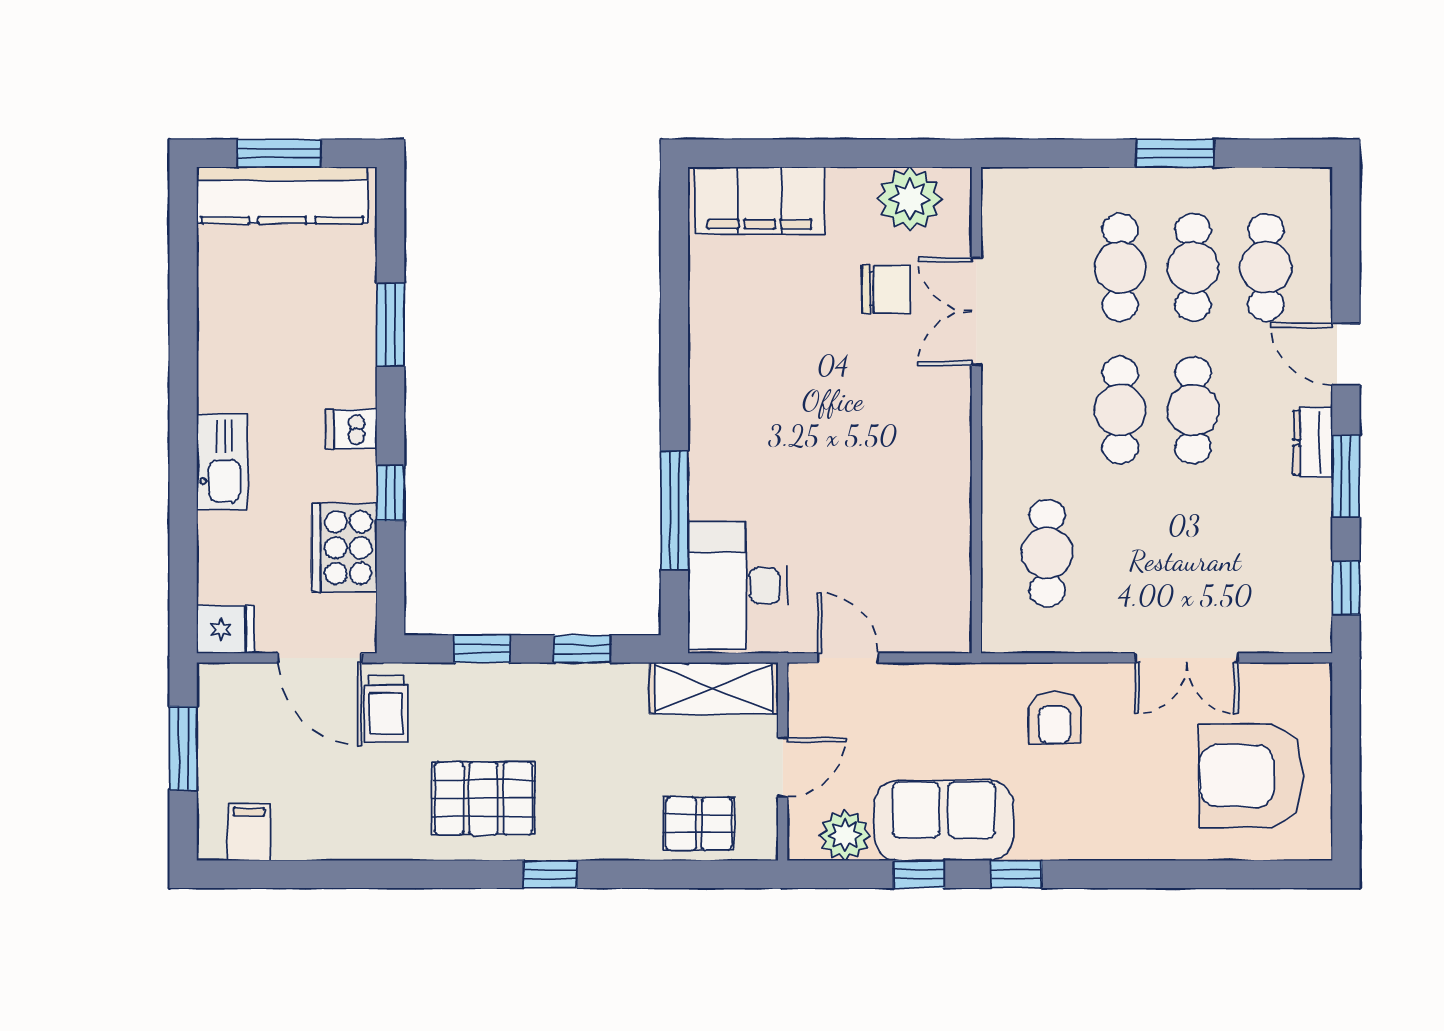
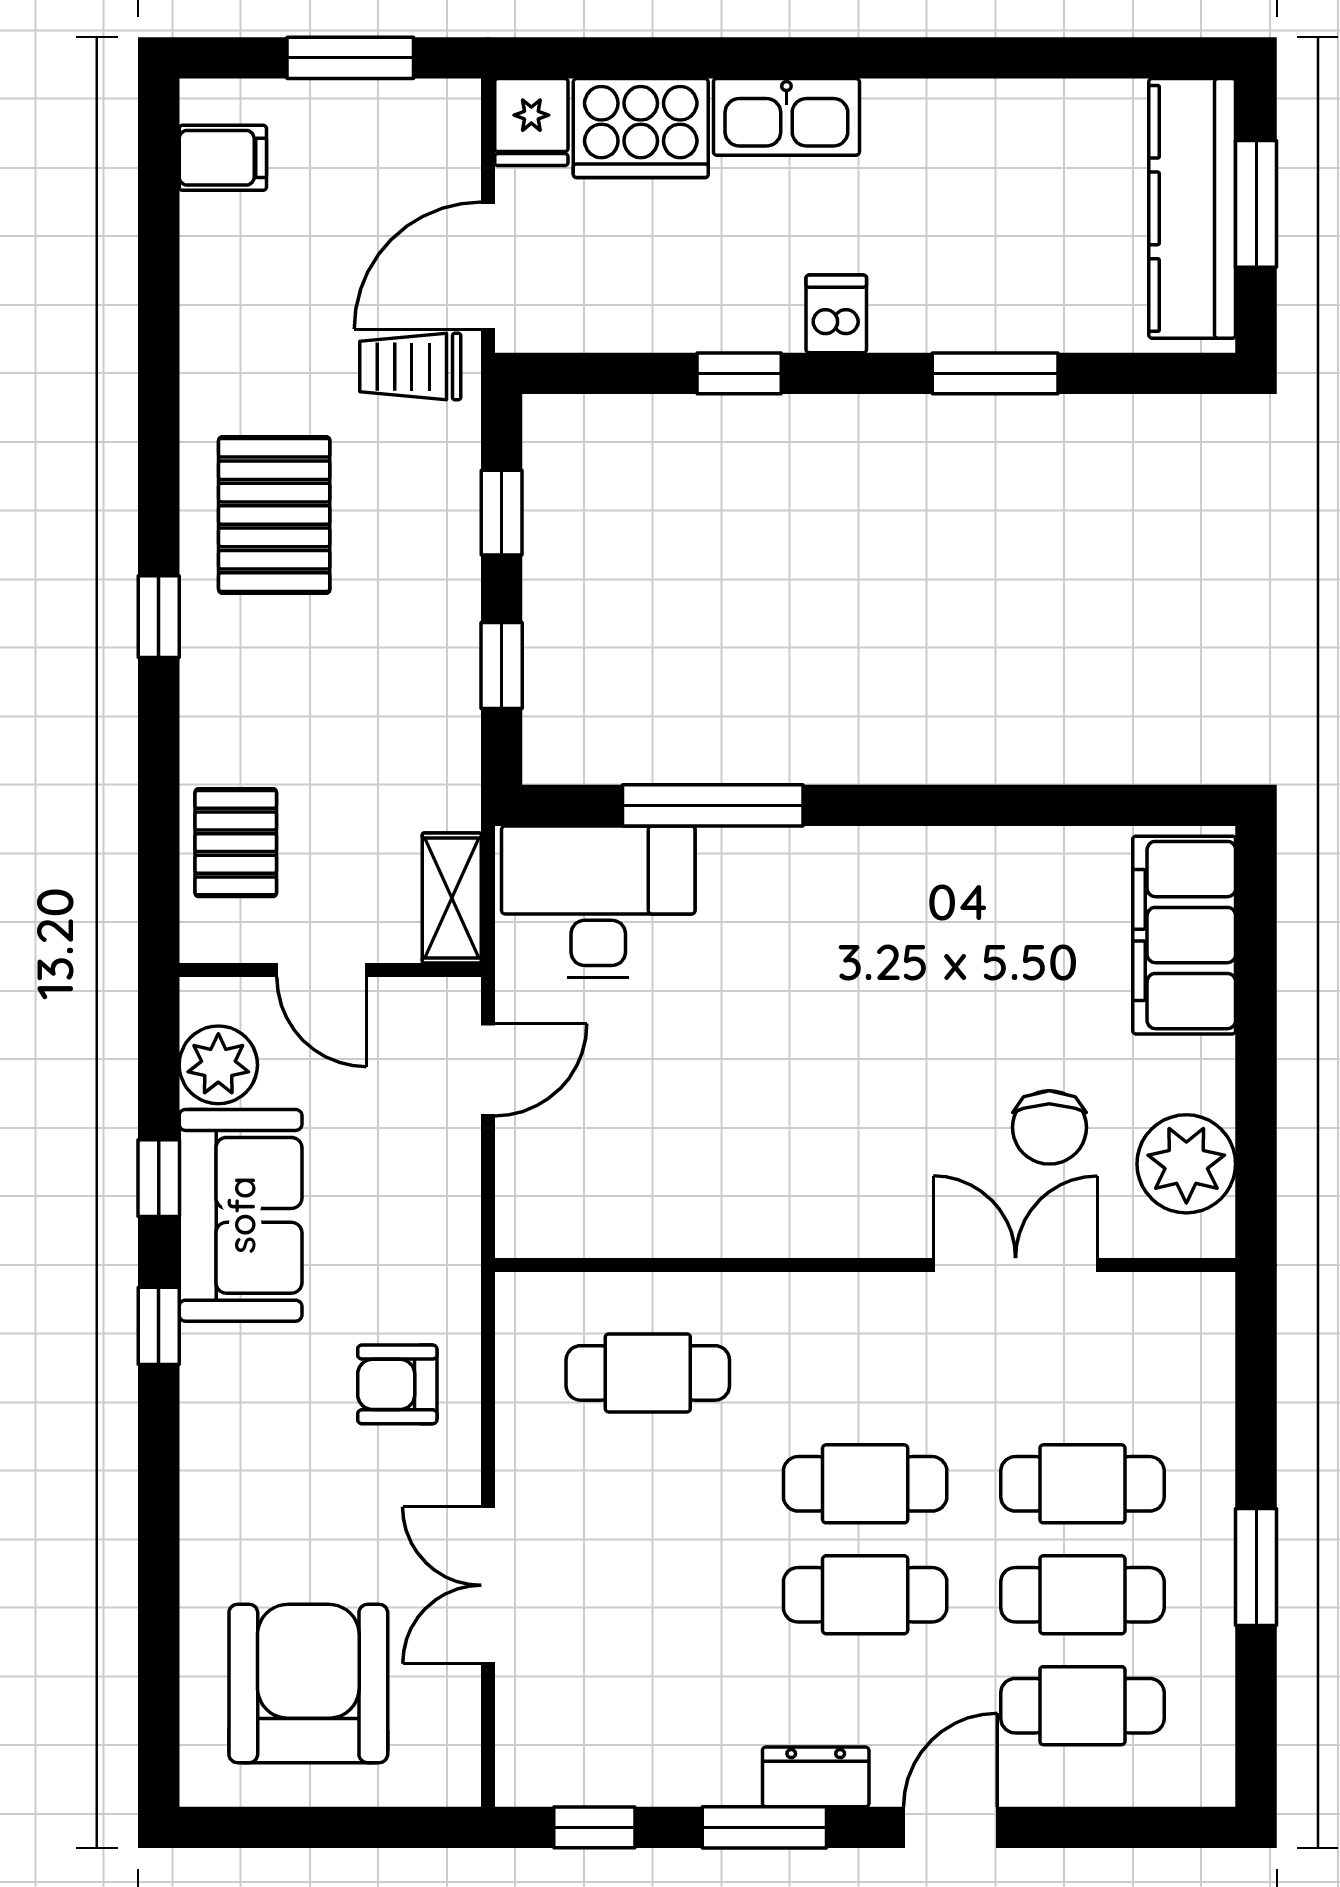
cooker: (344, 548) -> (641, 128), moved, turned 180
shelving: (714, 688) -> (452, 898), width x0.67, depth x0.75

